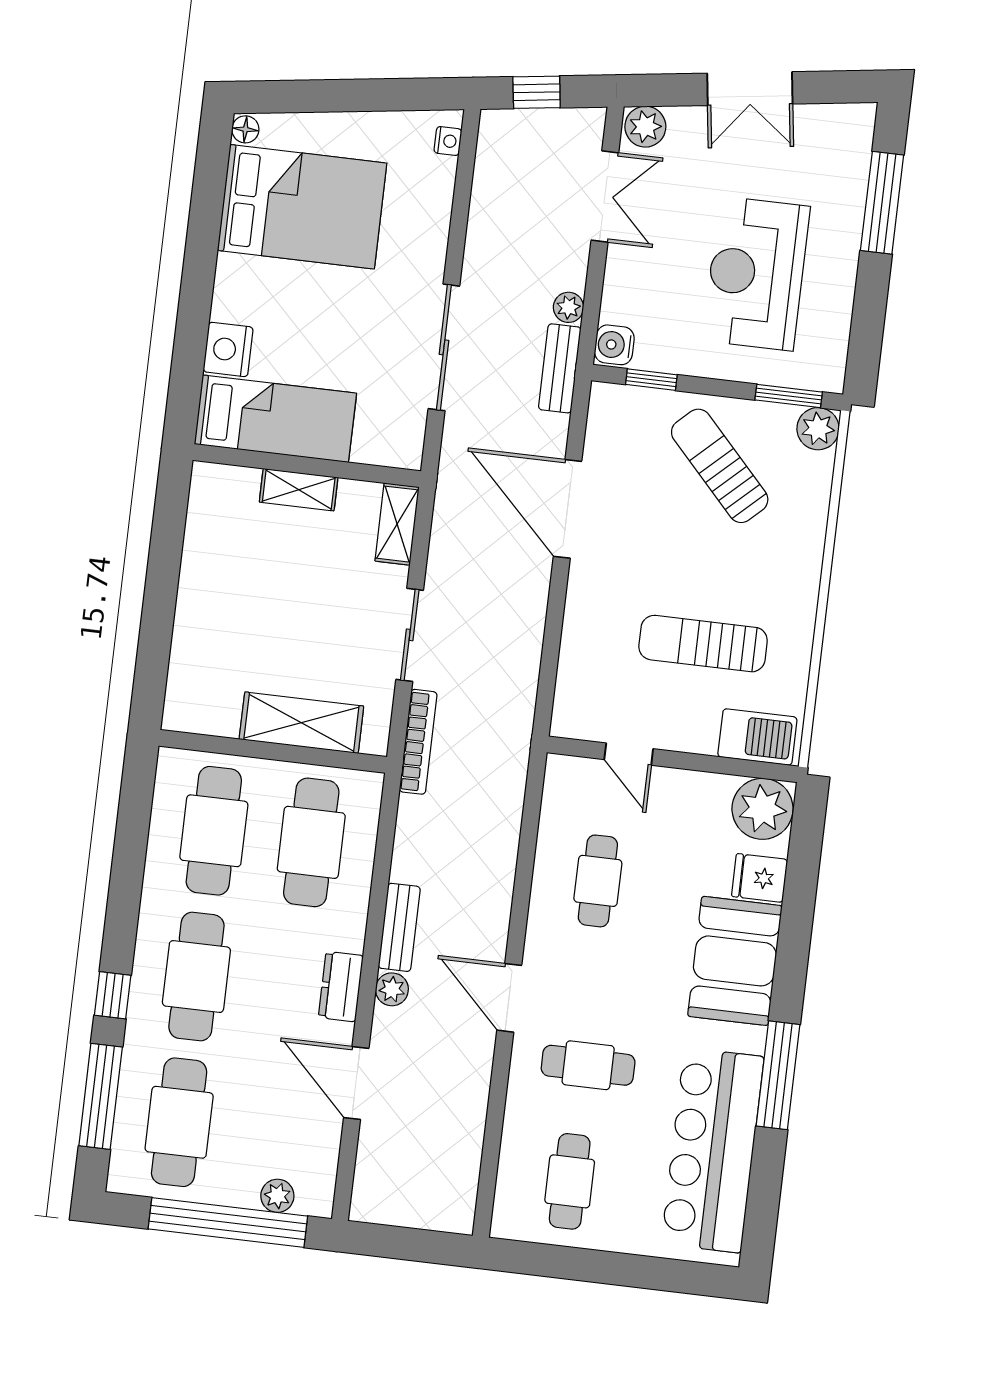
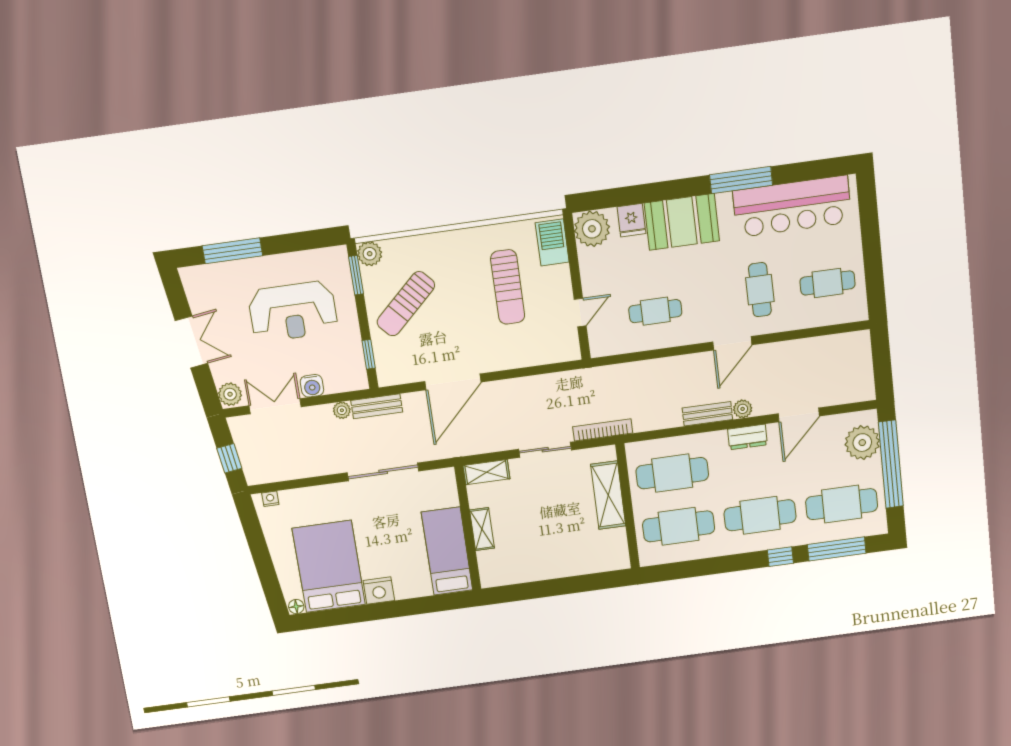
water cooler: (614, 345) -> (312, 386), moved
nightstand: (228, 349) -> (379, 590), moved
plant: (277, 1196) -> (862, 443), width x1.88, depth x1.88

